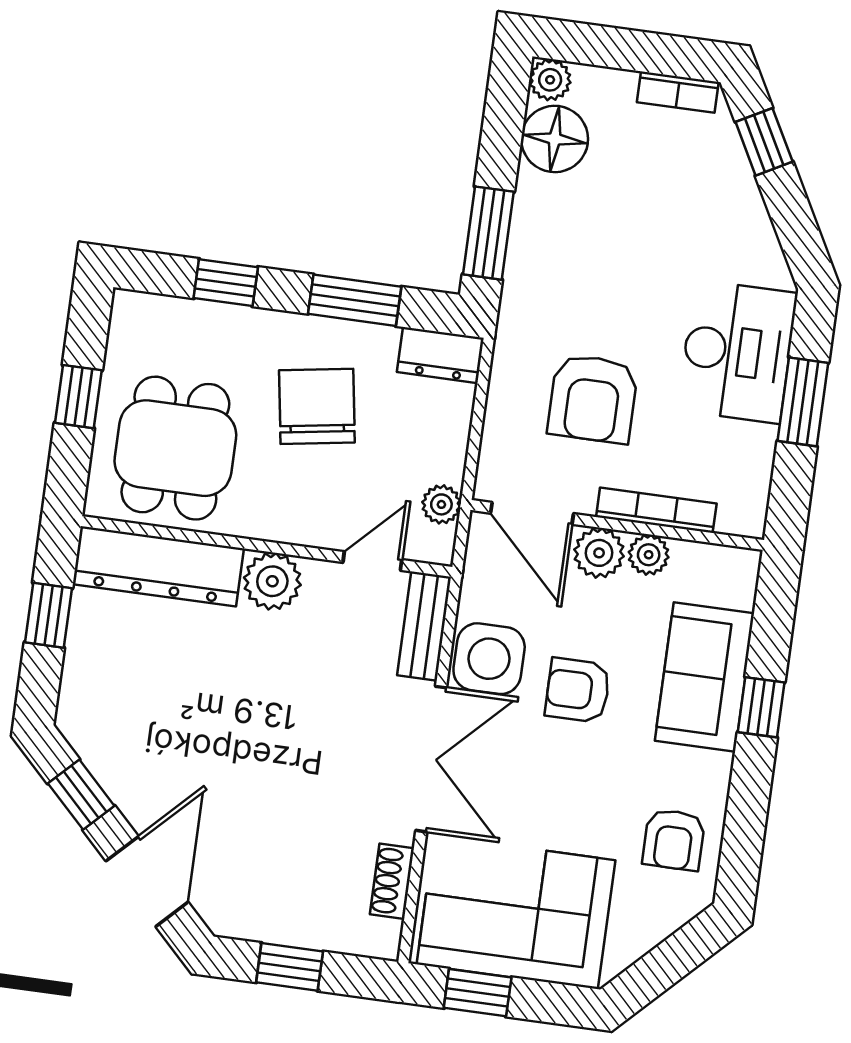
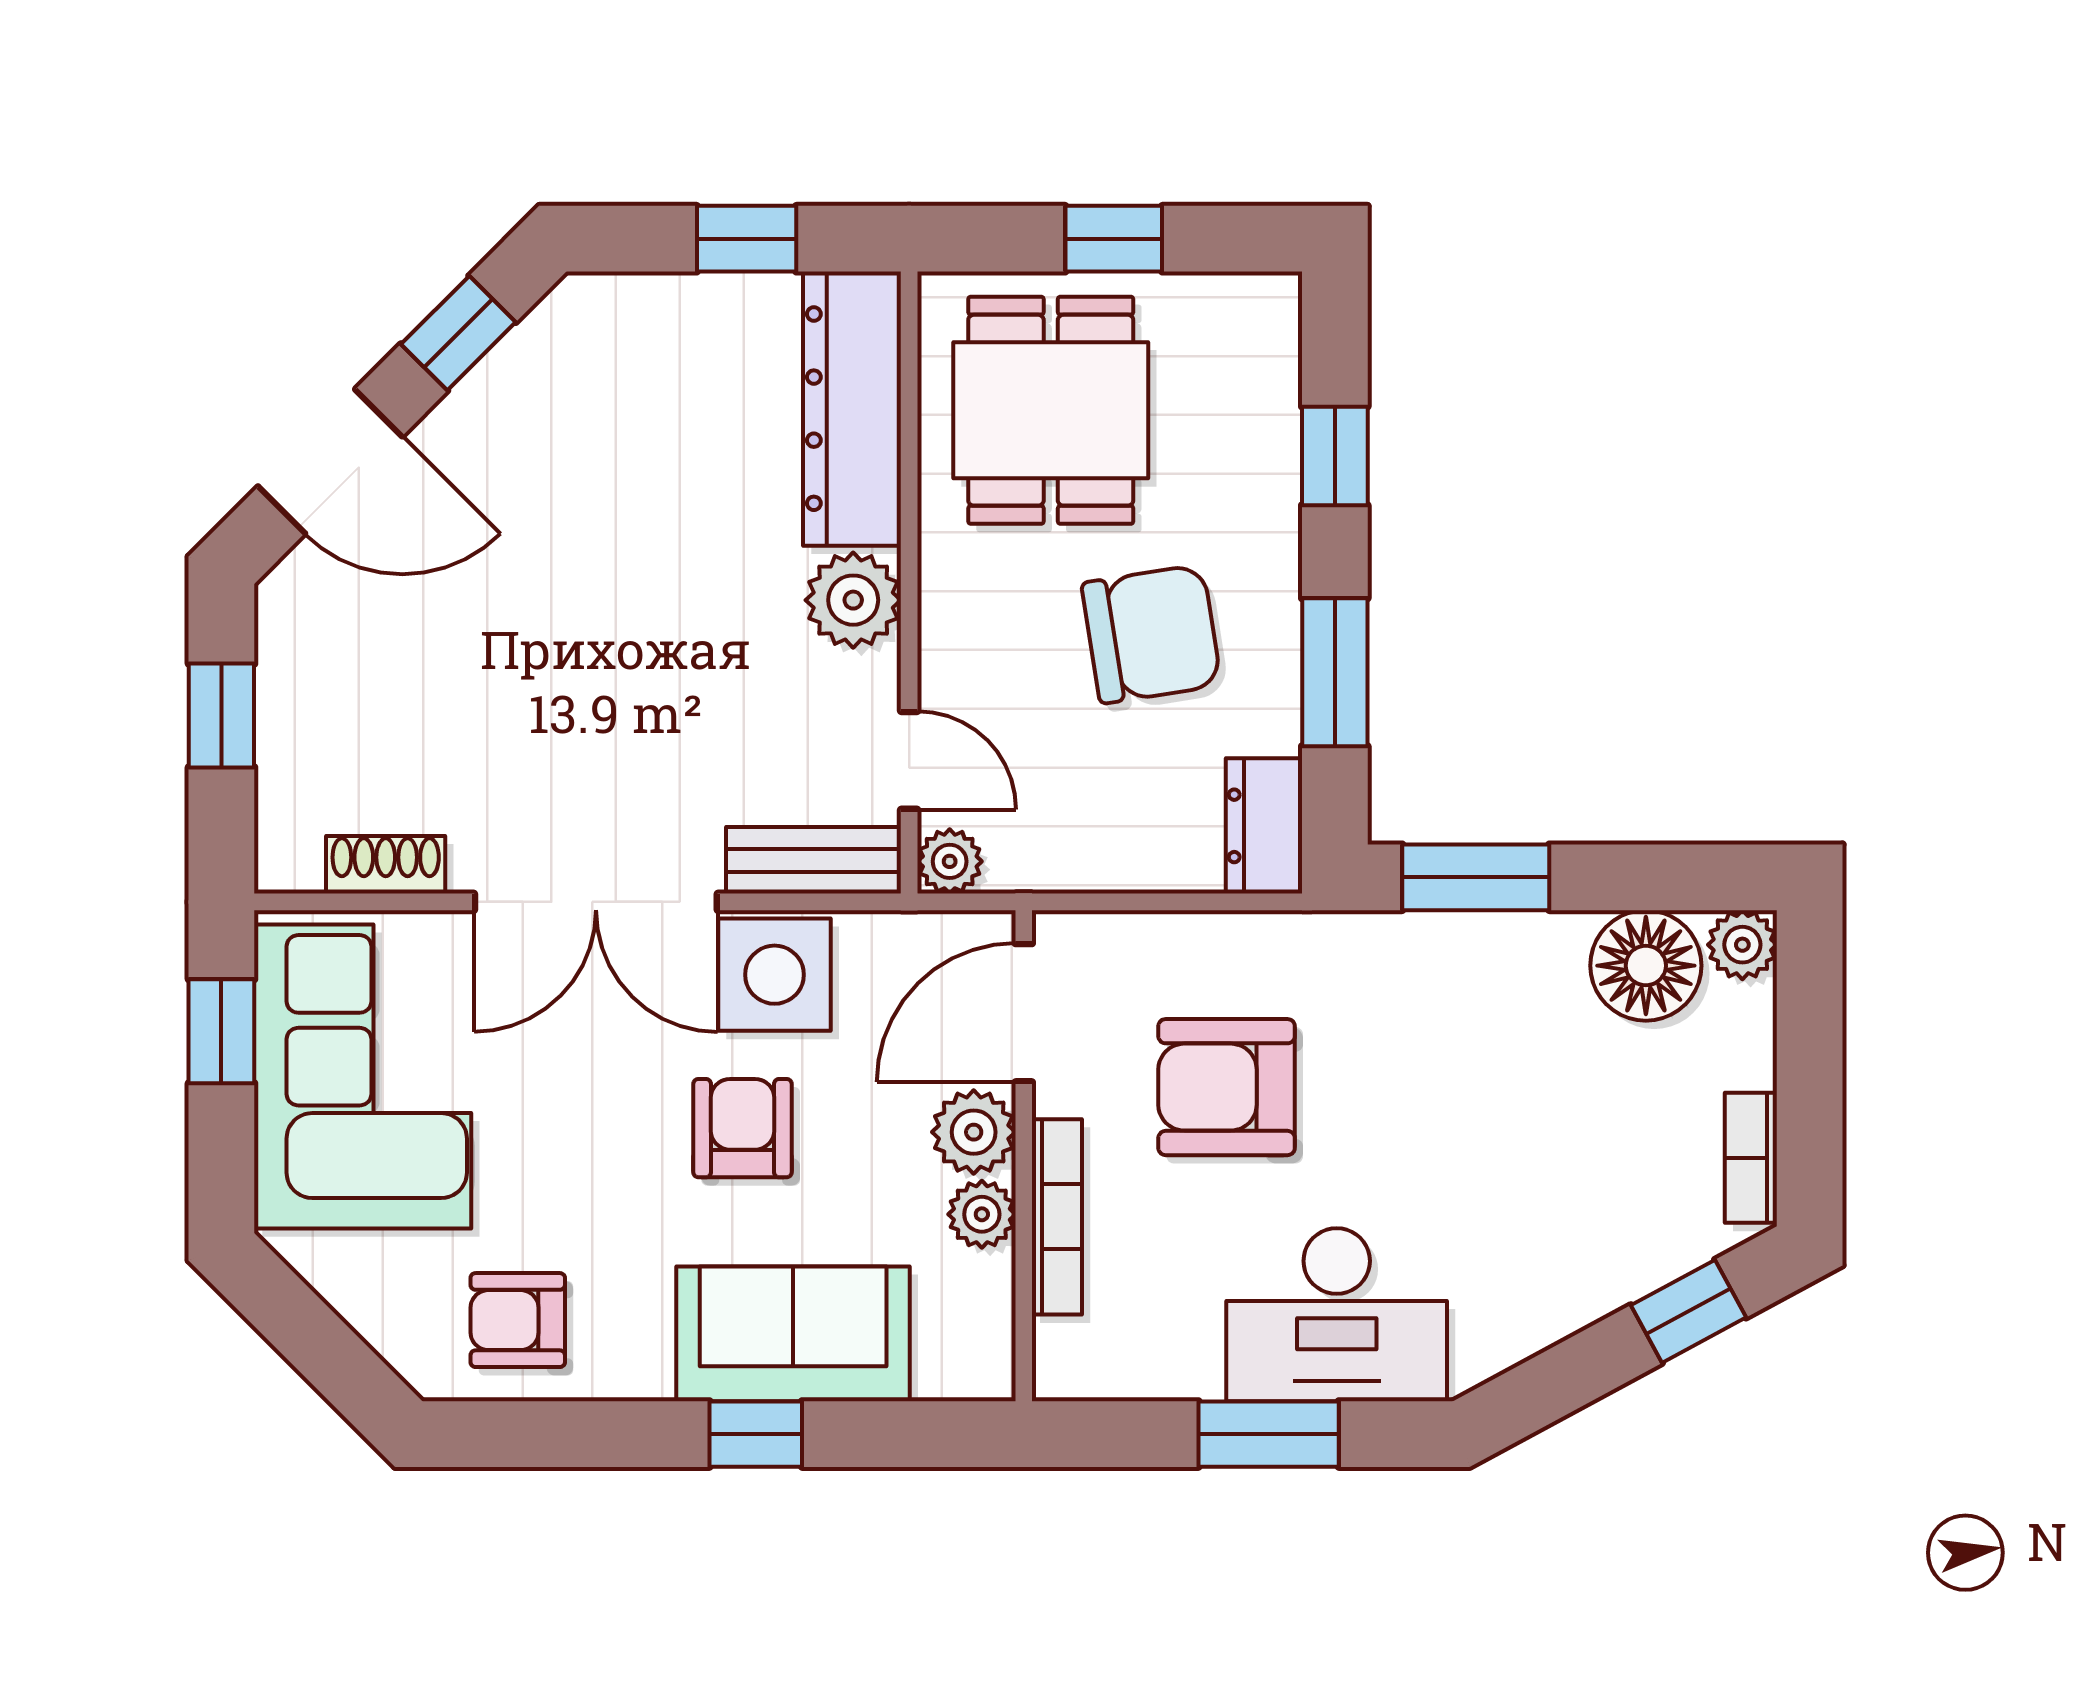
dining table: (175, 448) -> (1051, 410), turned 90
plant: (441, 504) -> (950, 861), moved

